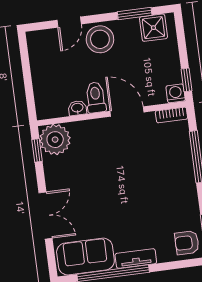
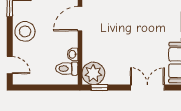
door: (69, 22) -> (10, 65), moved
toilet: (96, 97) -> (67, 69), moved

